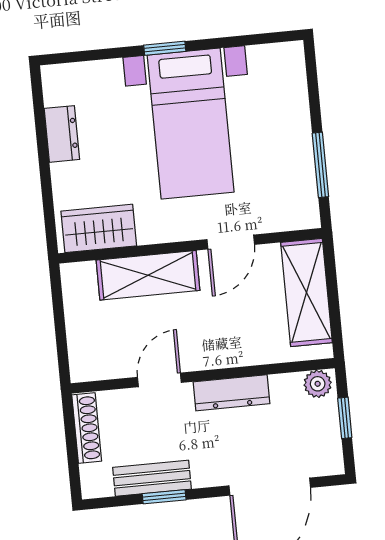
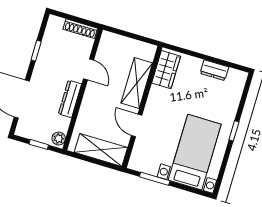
bed with nightstands: (191, 124) -> (195, 152), moved, turned 90
bench: (152, 478) -> (46, 49), removed

